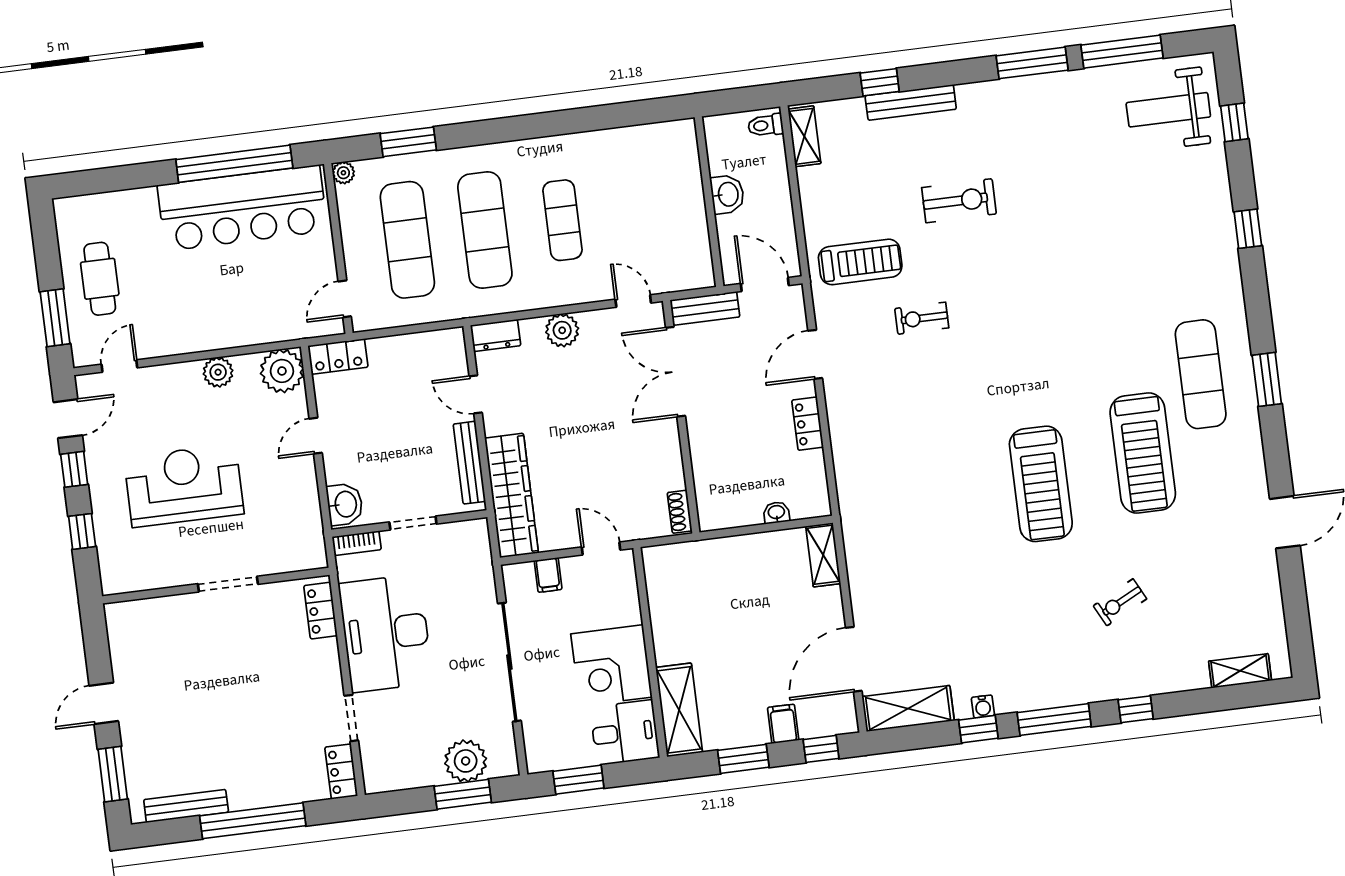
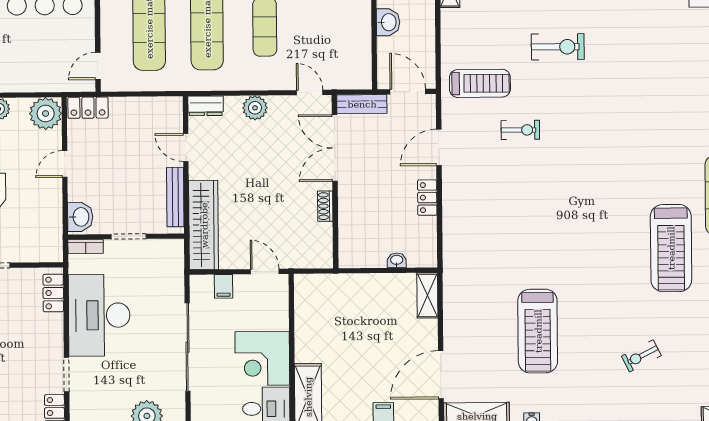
exercise bike: (922, 318) -> (520, 130), turned 180
treadmill: (1041, 484) -> (538, 331), moved
shoe rack: (680, 512) -> (325, 206), moved

